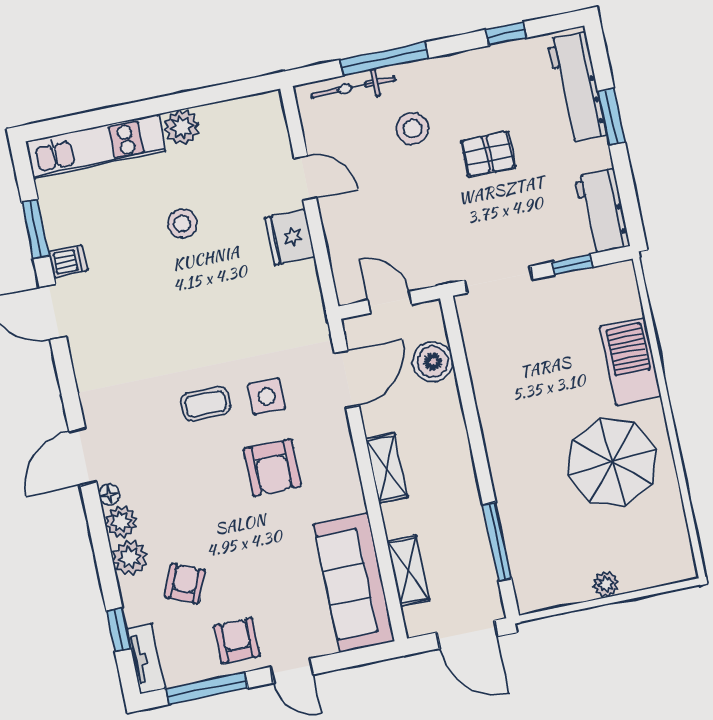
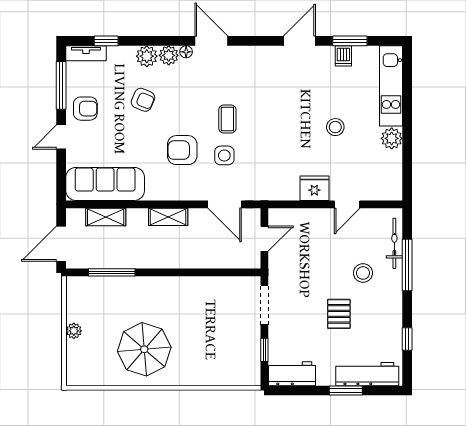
dishwasher: (68, 261) -> (343, 56), moved
barbecue: (630, 361) -> (201, 372), removed
boiler: (433, 362) -> (225, 257), removed
armchair: (185, 584) -> (143, 100), moved

